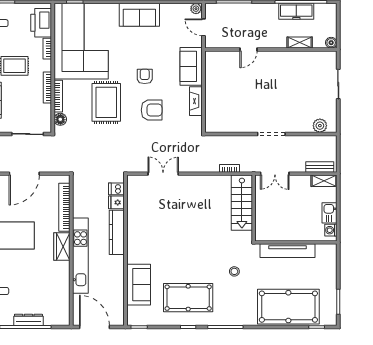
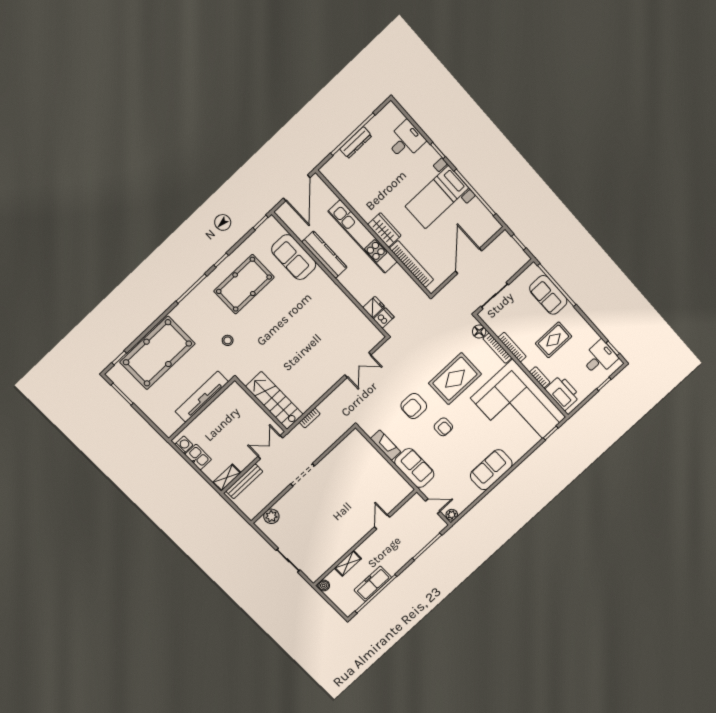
rug: (106, 102) -> (455, 379), turned 90
bench: (320, 167) -> (244, 481), width x1.36
kitchen counter: (117, 232) -> (324, 255), moved
door: (94, 327) -> (297, 188), hinge flipped

